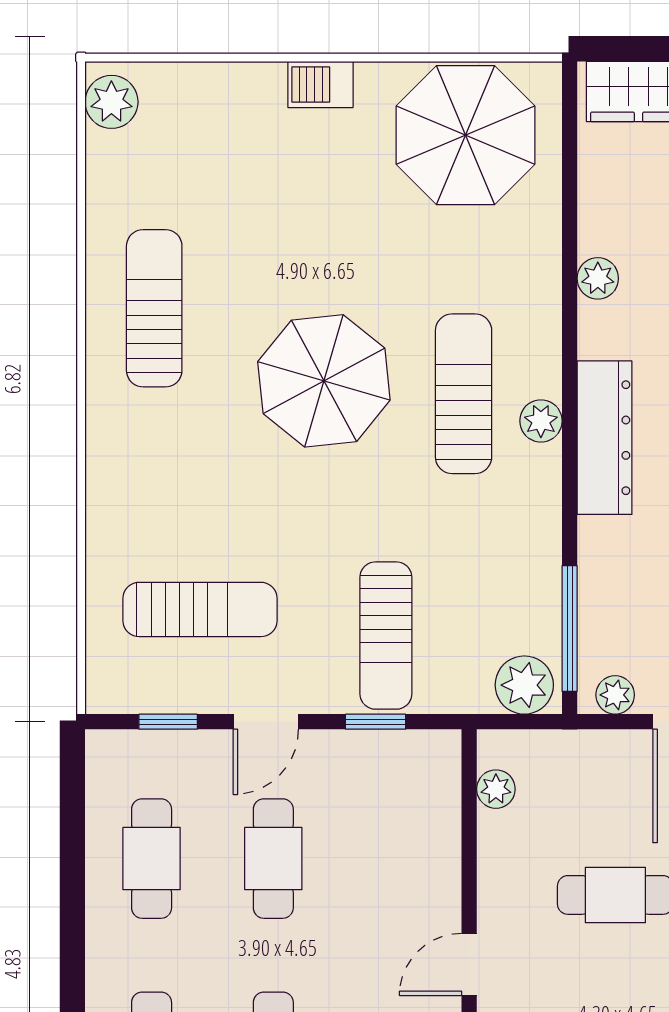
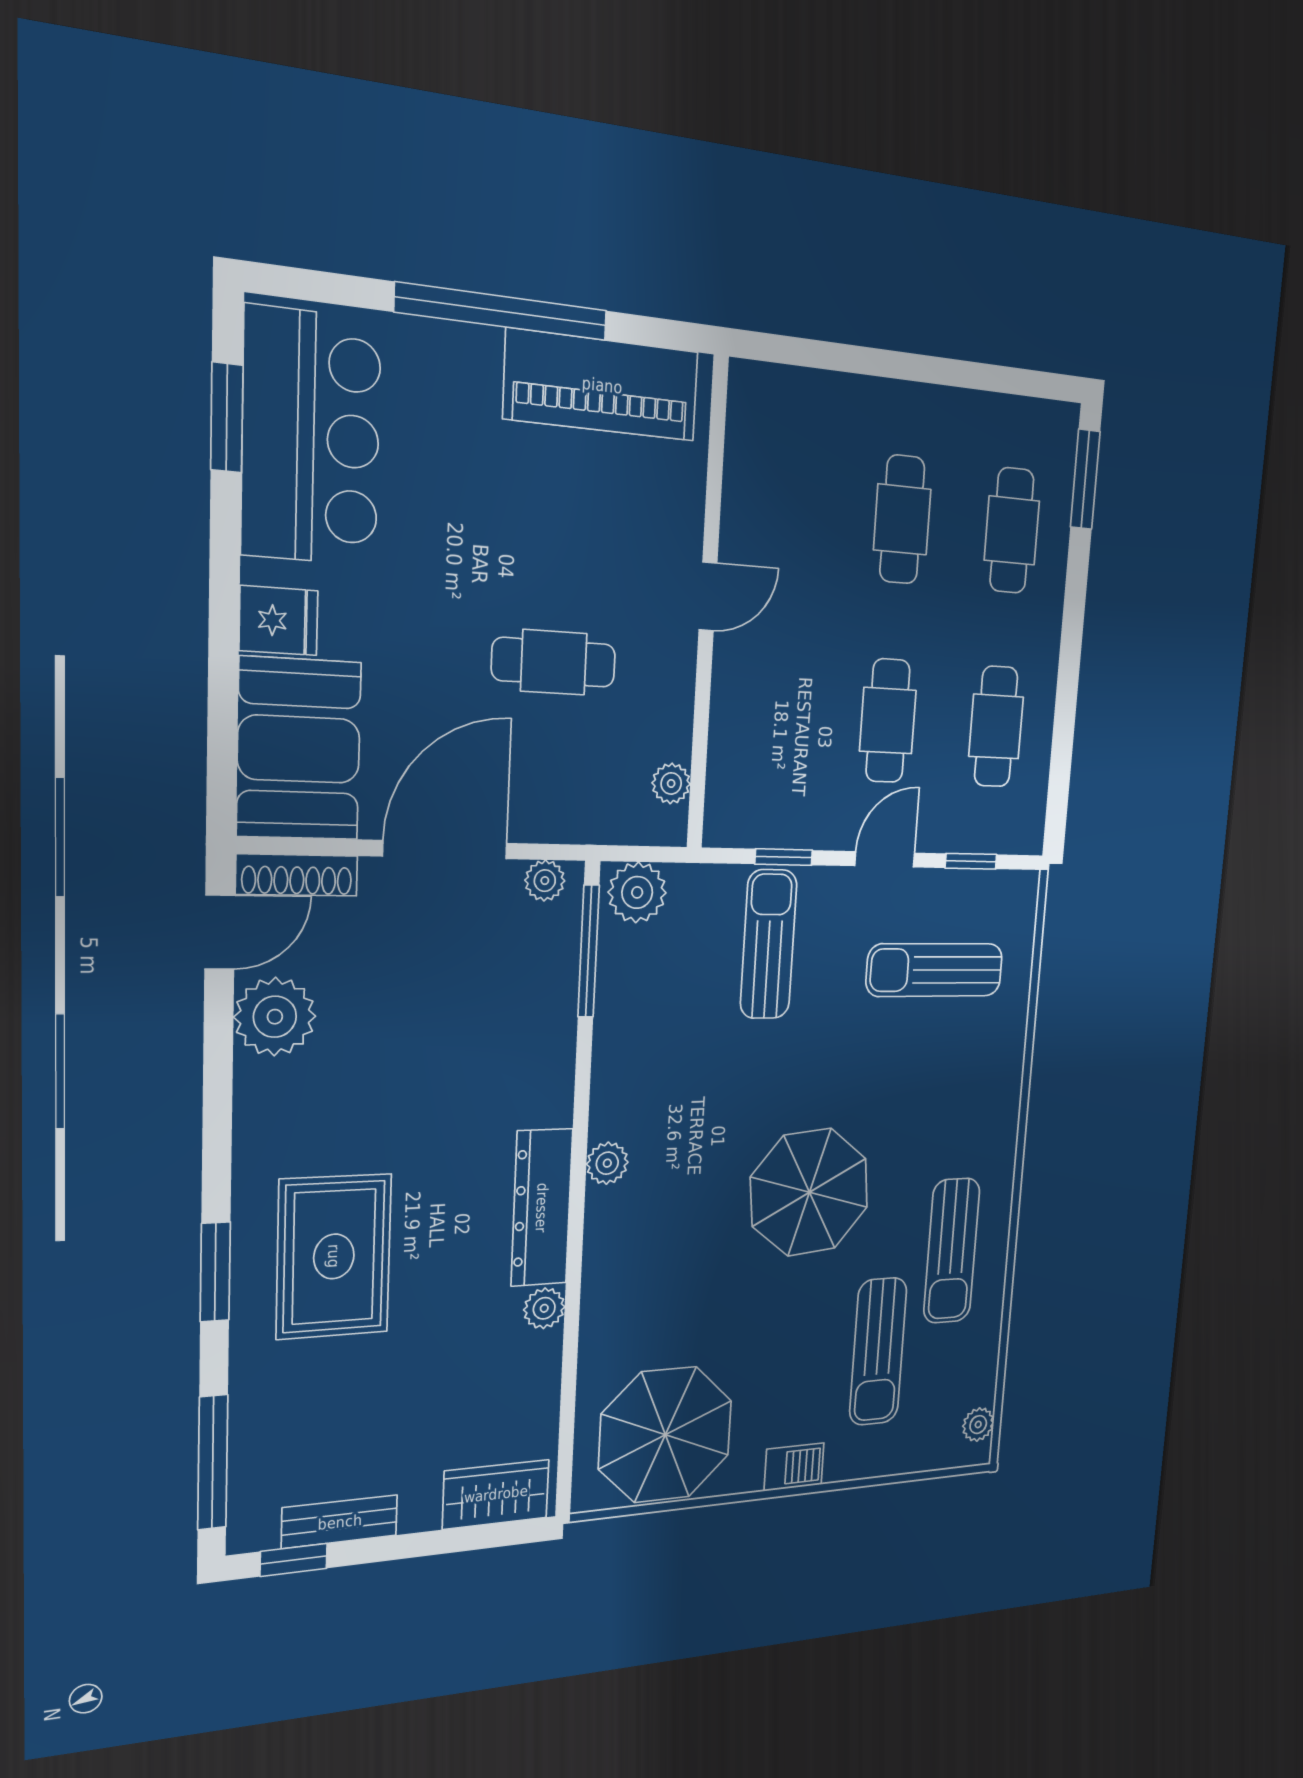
plant: (111, 102) -> (978, 1425), width x0.73, depth x0.73
sun lounger: (464, 394) -> (878, 1352), moved
dresser: (605, 438) -> (542, 1208), moved

